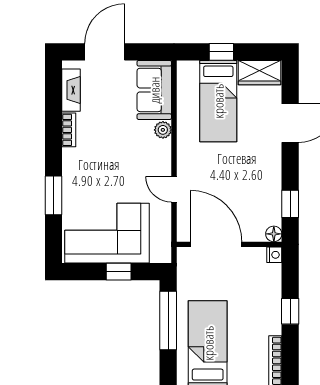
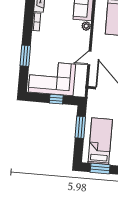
door: (174, 189) -> (89, 58), hinge flipped
window: (168, 320) -> (80, 127), width x0.69

